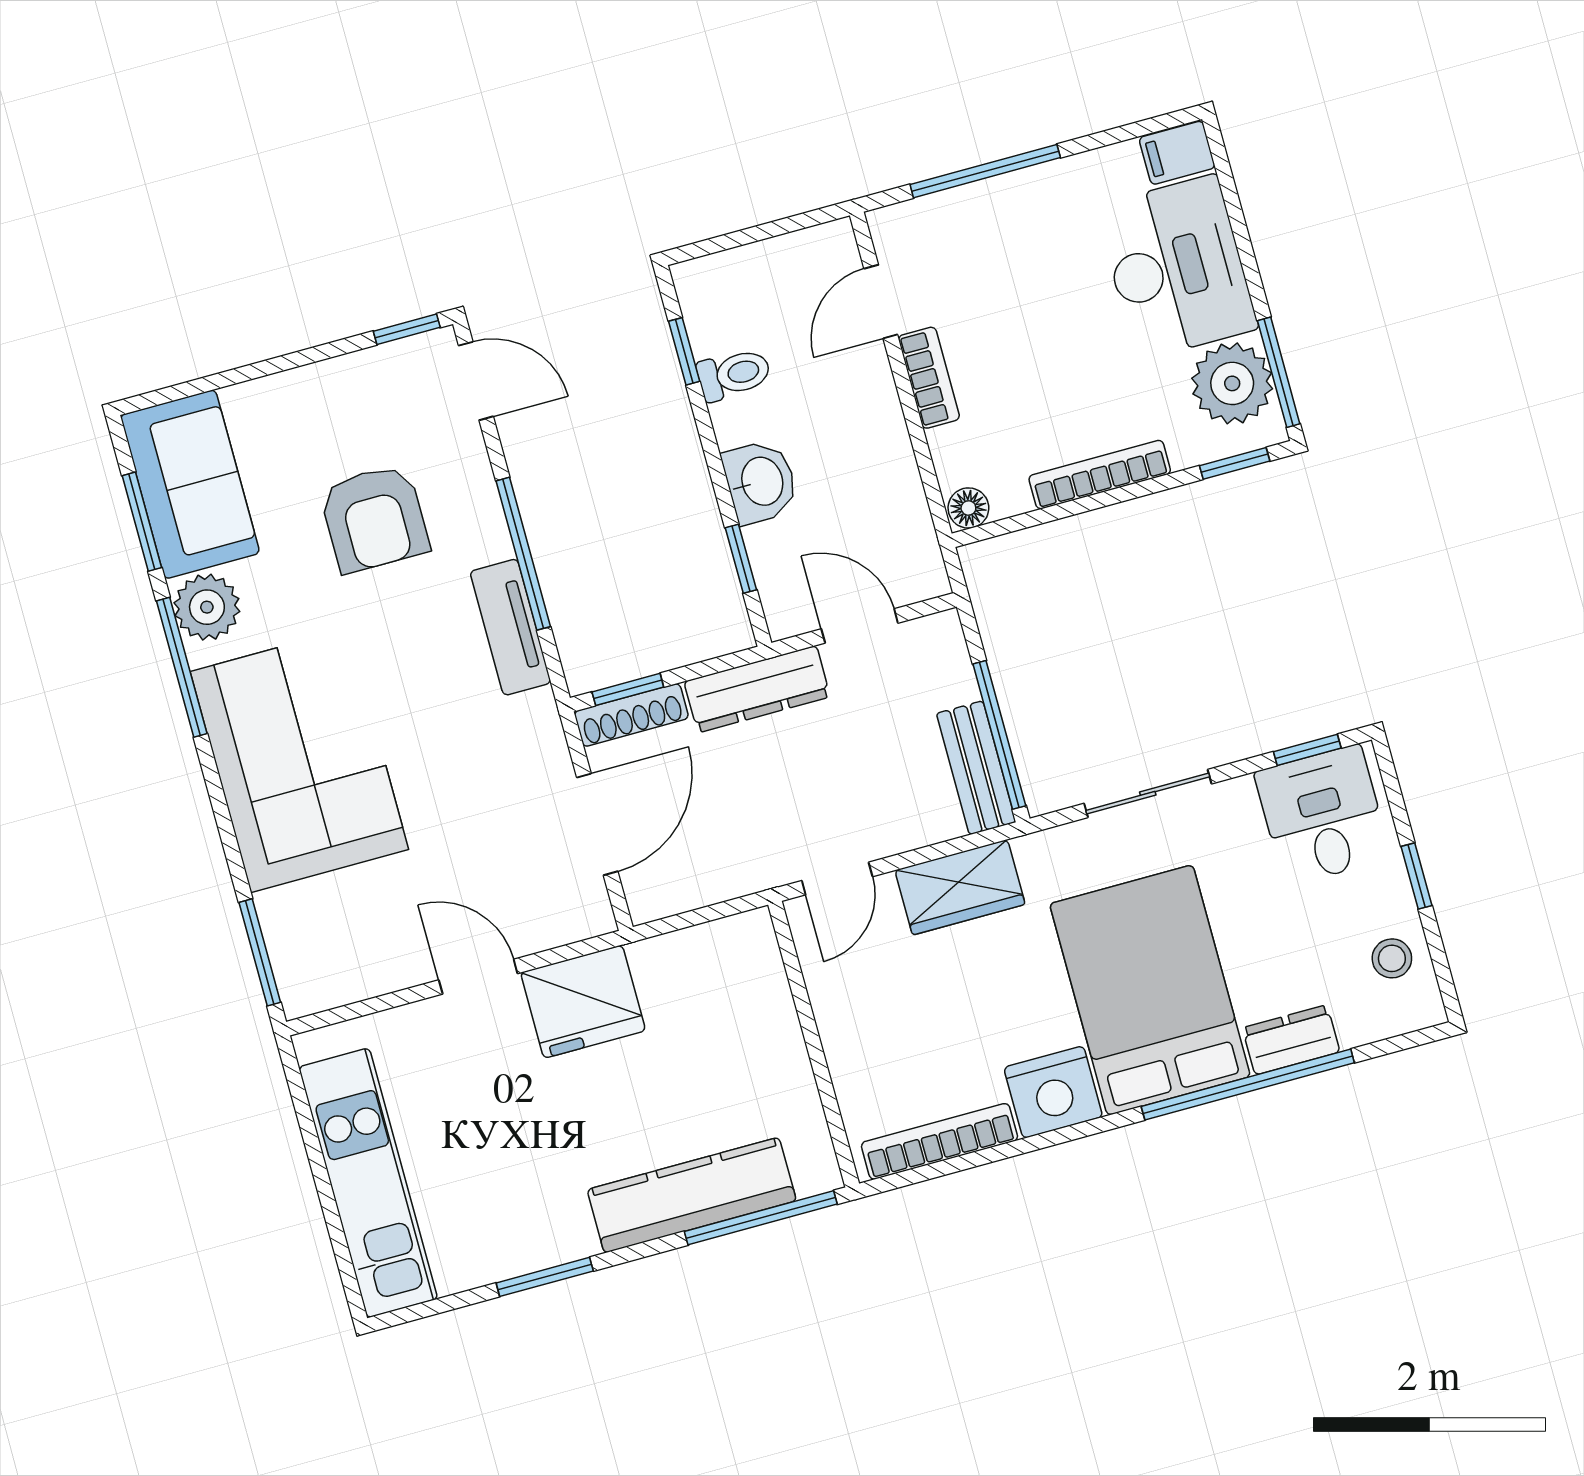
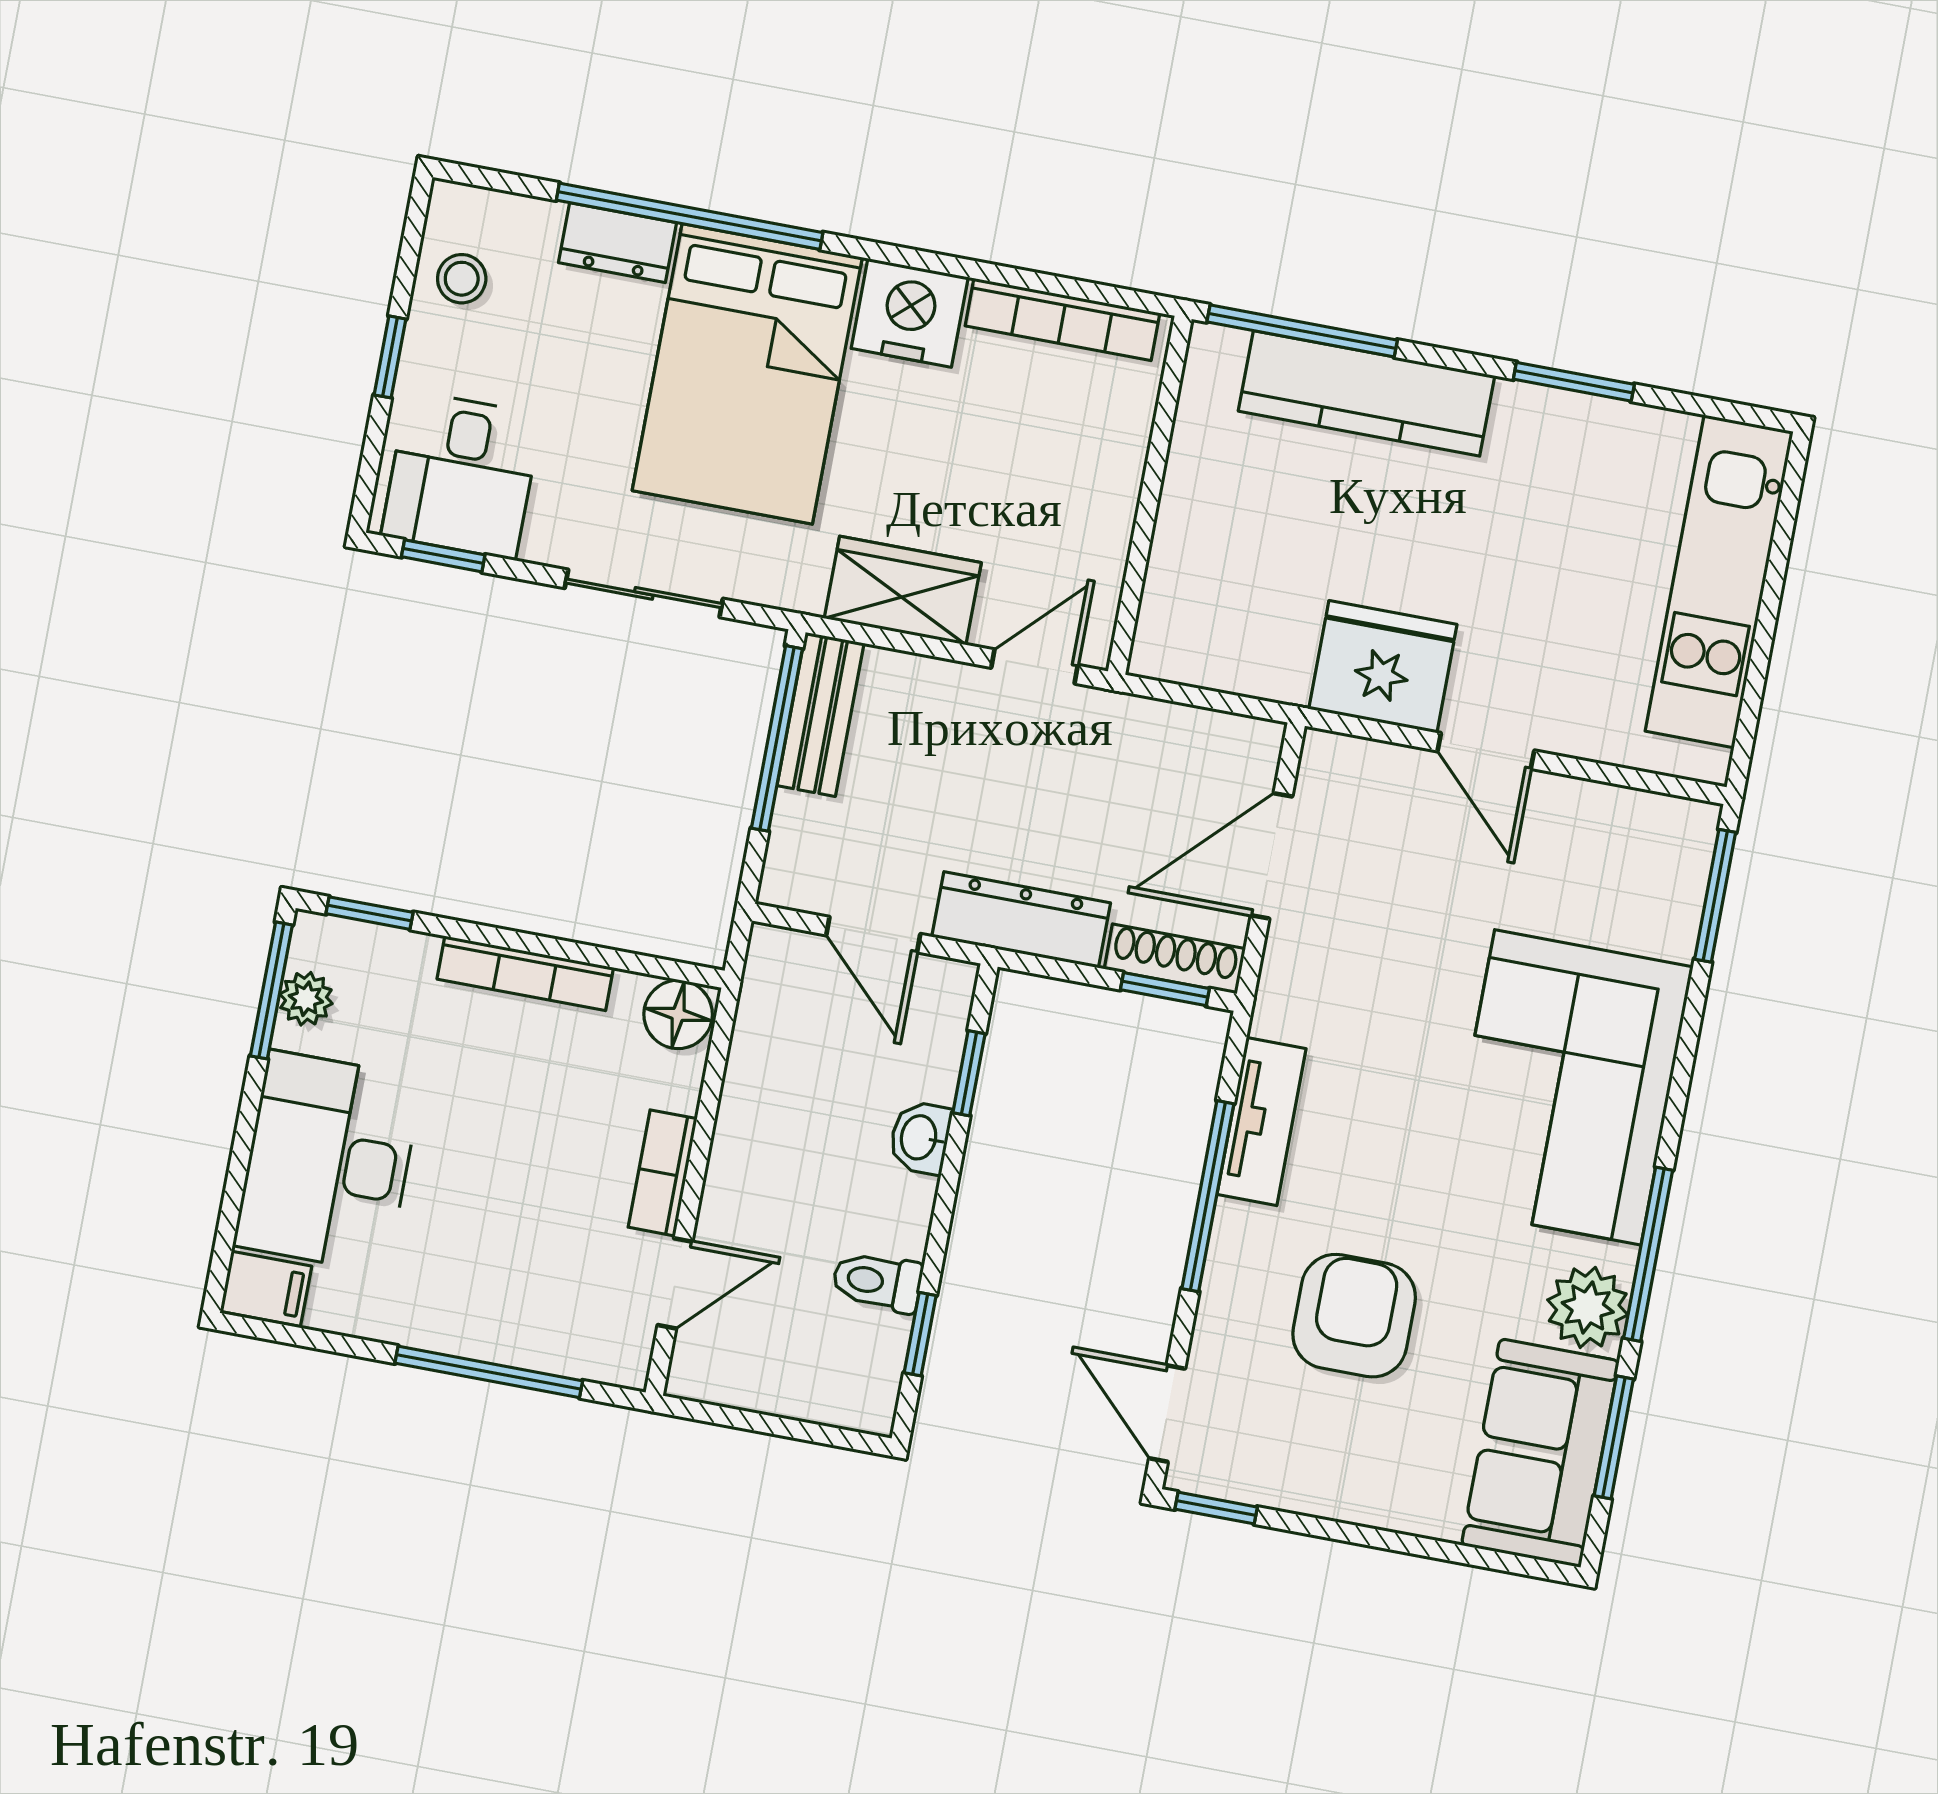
plant: (1232, 383) -> (306, 999), width x0.53, depth x0.53
washbasin: (760, 482) -> (920, 1138), width x0.72, depth x0.69
floor lamp: (968, 508) -> (678, 1014), width x1.37, depth x1.37

